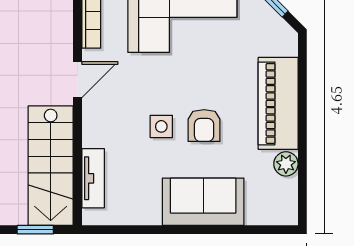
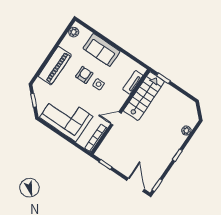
plant: (286, 164) -> (74, 32), moved

